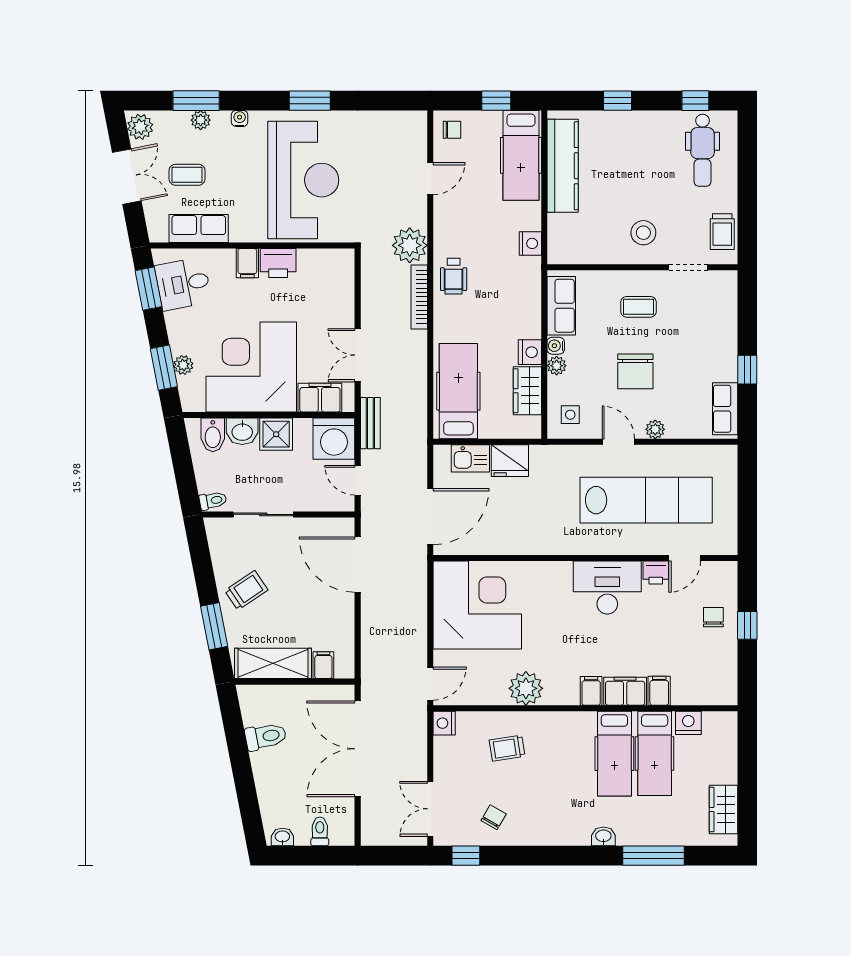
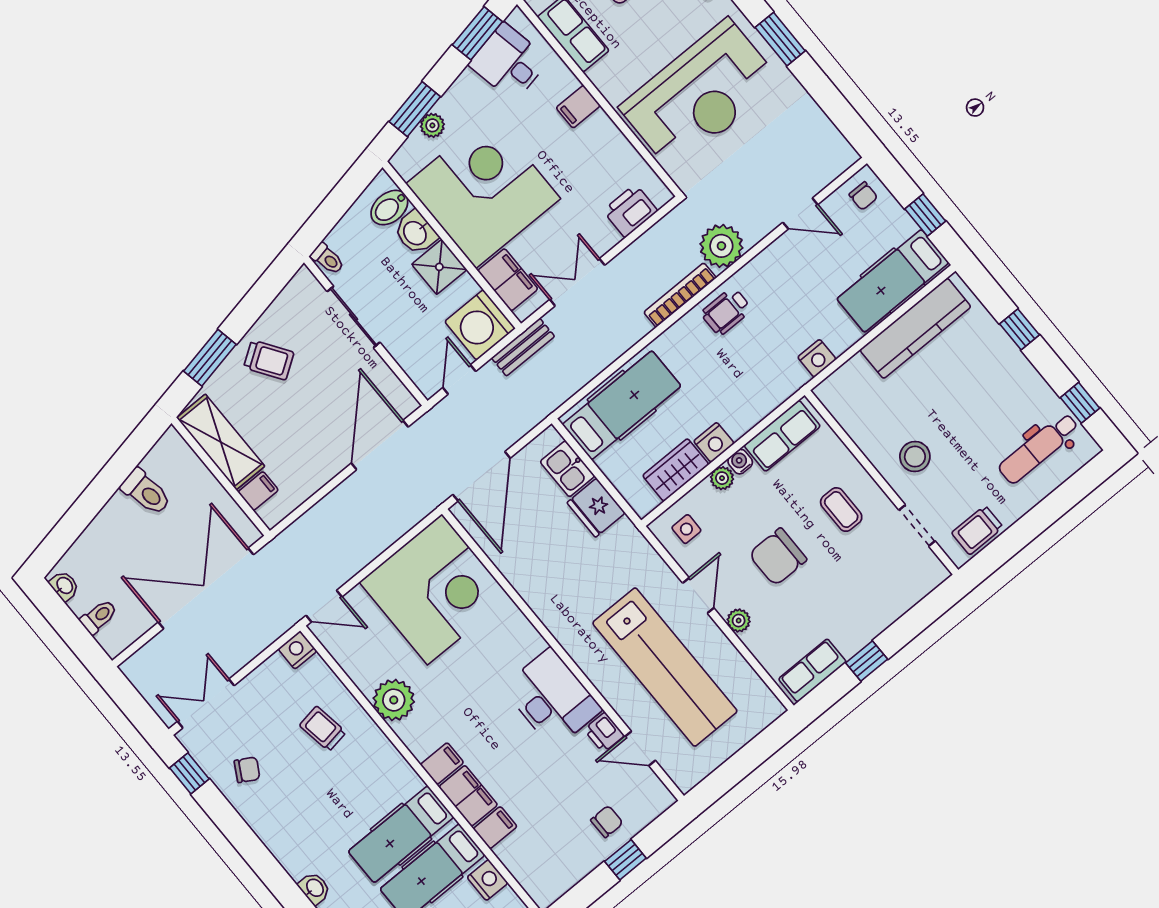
printer: (278, 263) -> (630, 211), moved, turned 90
door: (430, 517) -> (481, 476), hinge flipped

